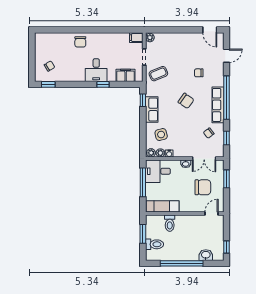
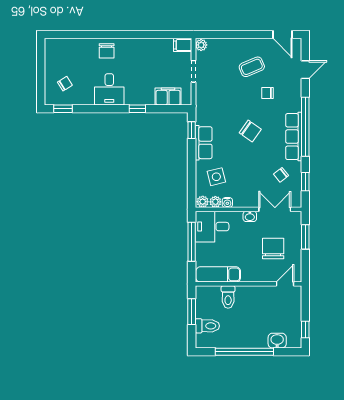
desk: (96, 70) -> (109, 89), moved
coffee table: (158, 74) -> (252, 67), moved
double door: (204, 158) -> (275, 209), swing flipped
chair: (203, 187) -> (273, 248), turned -90

